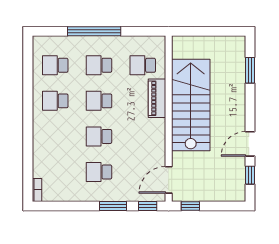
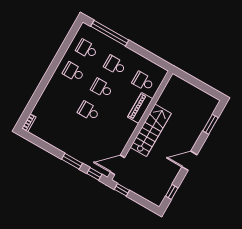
window: (94, 31) -> (110, 33), moved
stairs: (191, 105) -> (151, 130), width x0.73, depth x0.66
door: (250, 144) -> (190, 161), moved
school desk: (99, 172) -> (76, 134), removed

